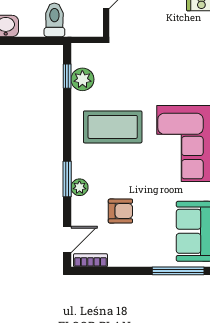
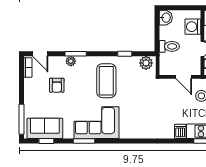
window: (67, 76) -> (125, 54), moved
plant: (82, 79) -> (146, 63), moved

